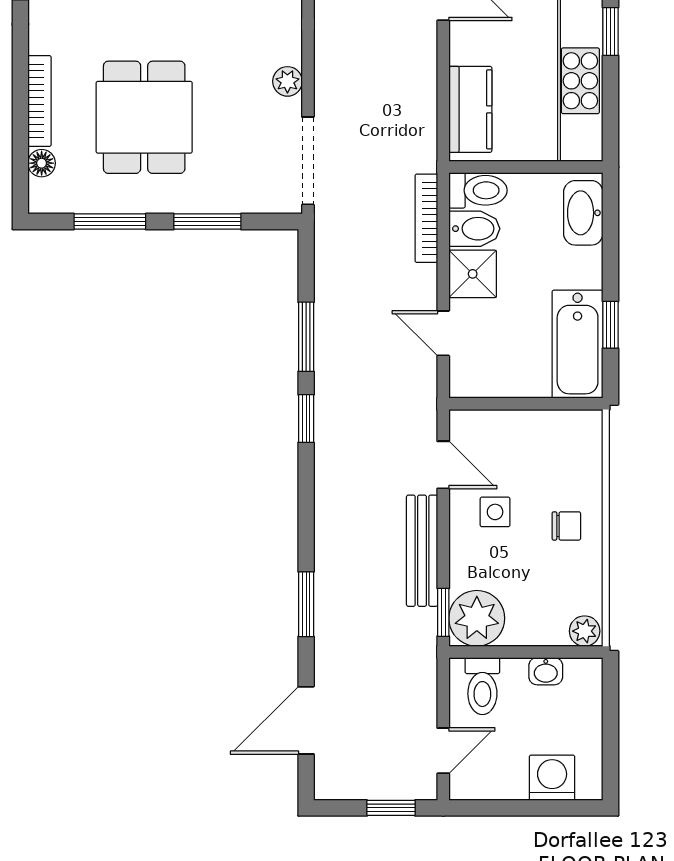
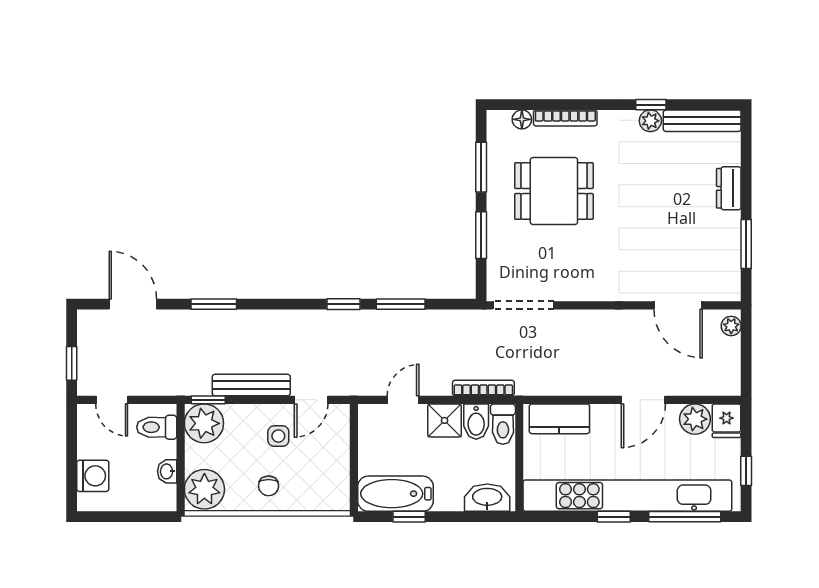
plant: (287, 81) -> (579, 291), removed
plant: (585, 631) -> (204, 489), width x1.88, depth x1.88

